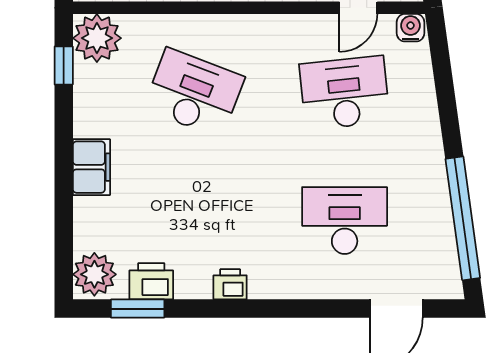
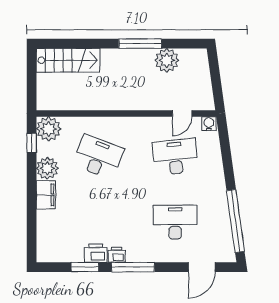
plant: (94, 274) -> (47, 168), moved
printer: (151, 281) -> (96, 253), moved
window: (138, 309) -> (85, 267), moved
window: (262, 309) -> (133, 267), added

